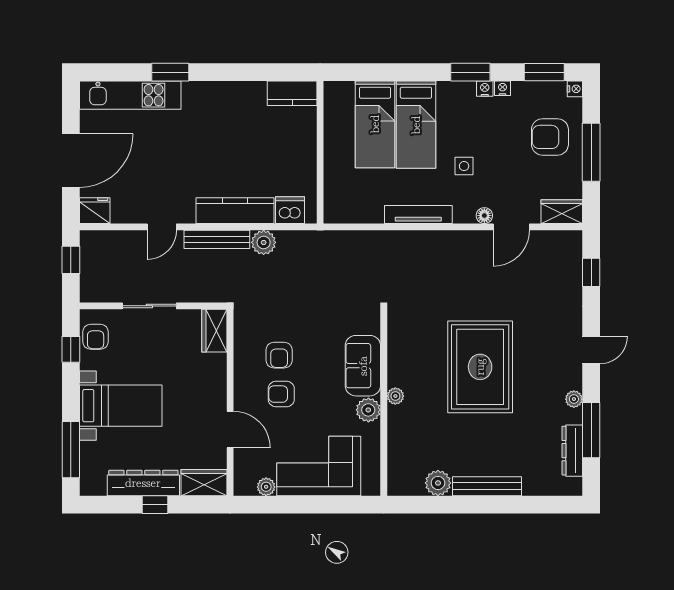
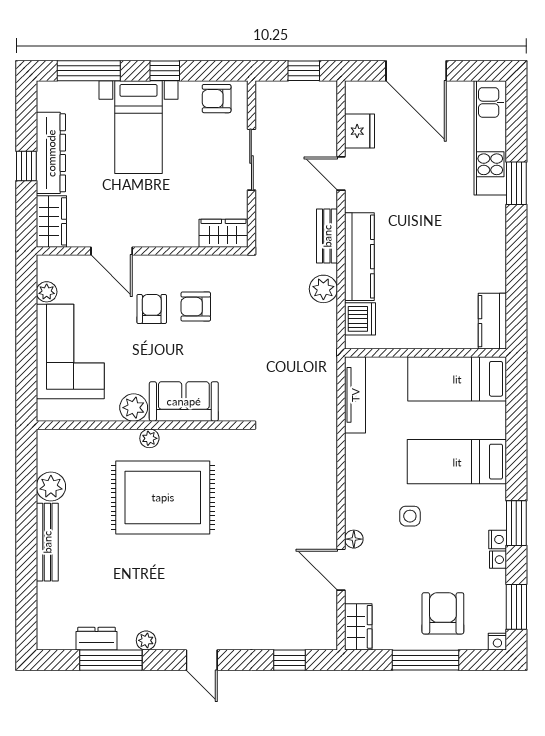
bed: (375, 124) -> (457, 379), moved
fridge: (95, 211) -> (360, 131), moved
tv unit: (418, 214) -> (355, 395), moved
bench: (217, 239) -> (327, 236), width x0.73
window: (71, 349) -> (165, 71), moved
rug: (480, 367) -> (163, 497), moved
door: (230, 429) -> (112, 251), hinge flipped
dresser: (572, 451) -> (96, 639), width x0.70

